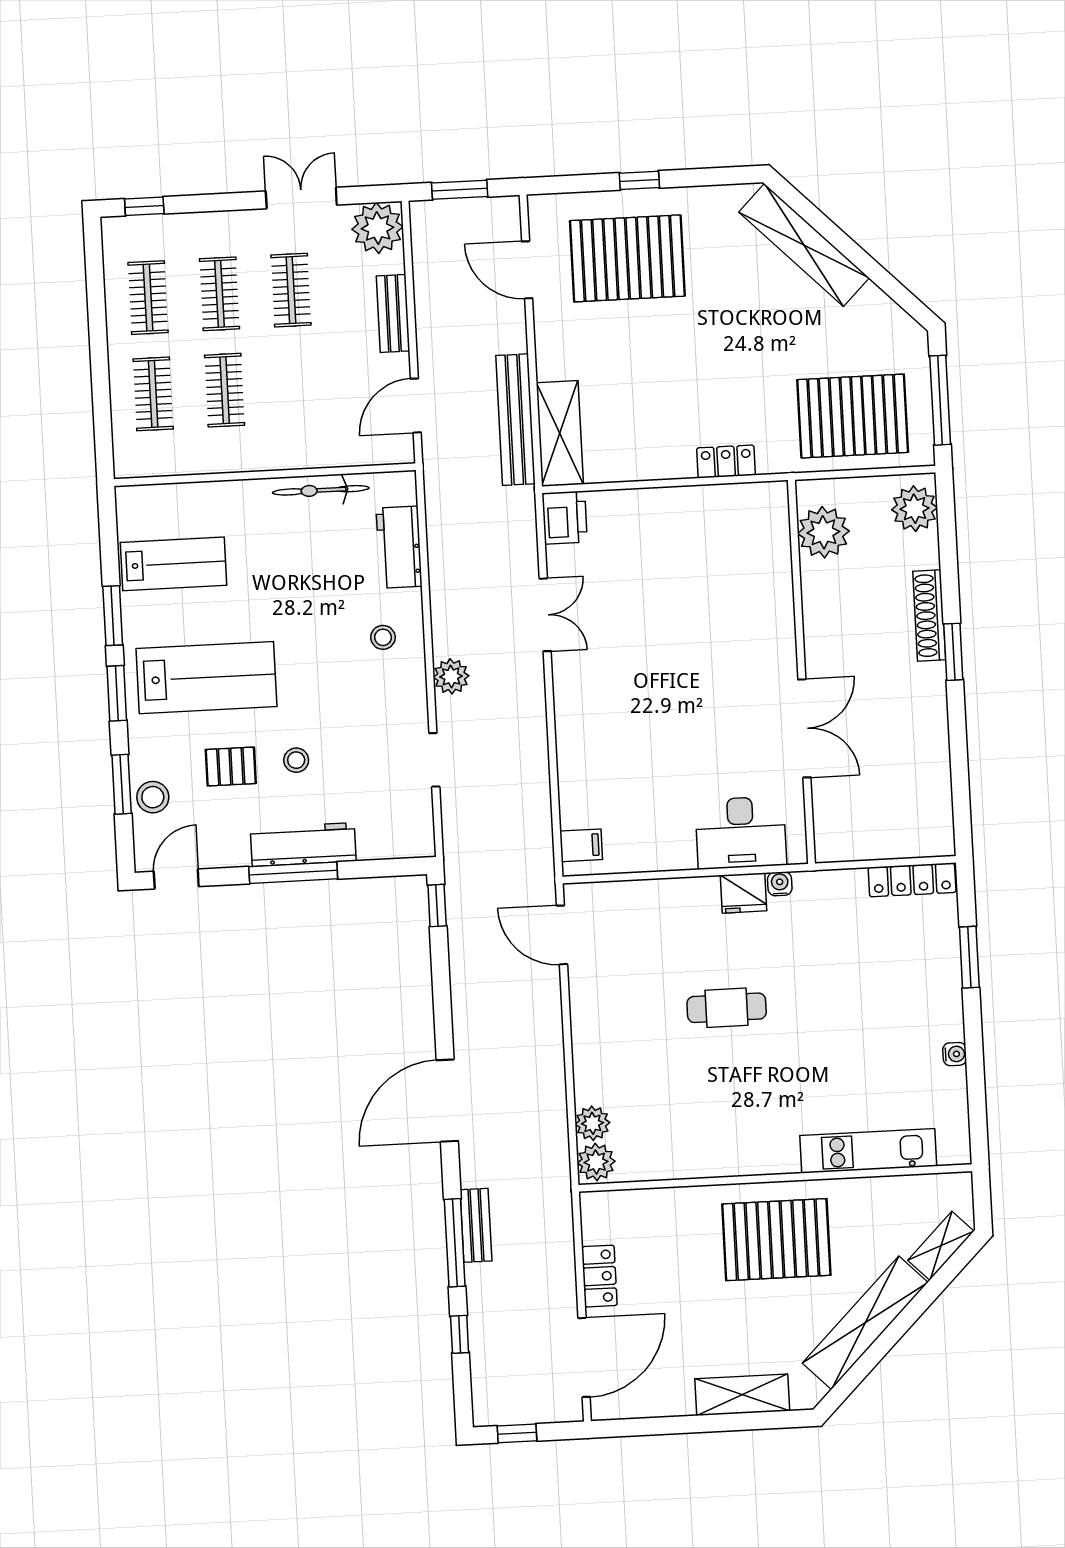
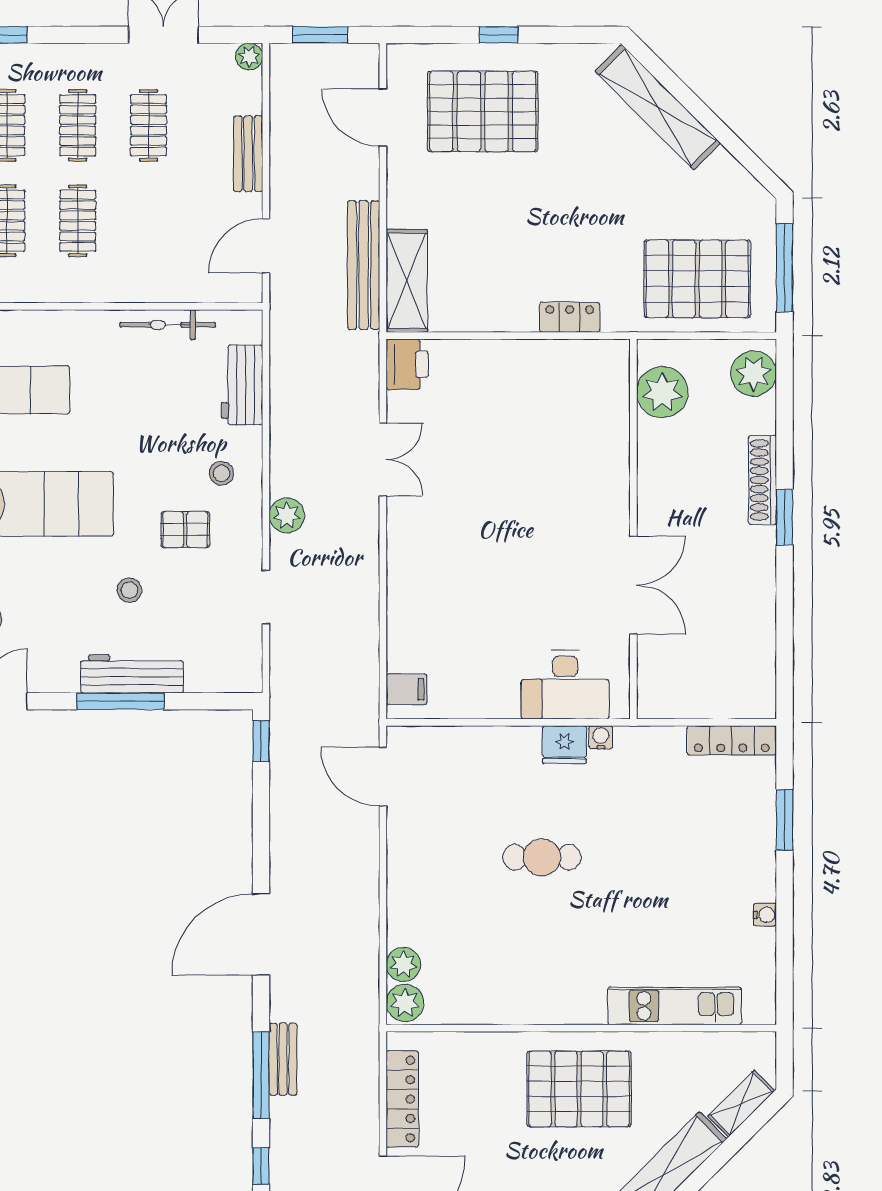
plant: (377, 228) -> (249, 57), width x0.53, depth x0.53
pallet: (231, 767) -> (185, 530), moved
locker: (599, 1276) -> (402, 1099), width x1.53

